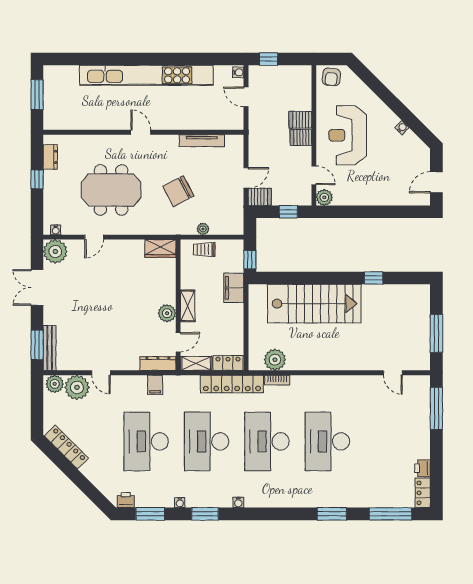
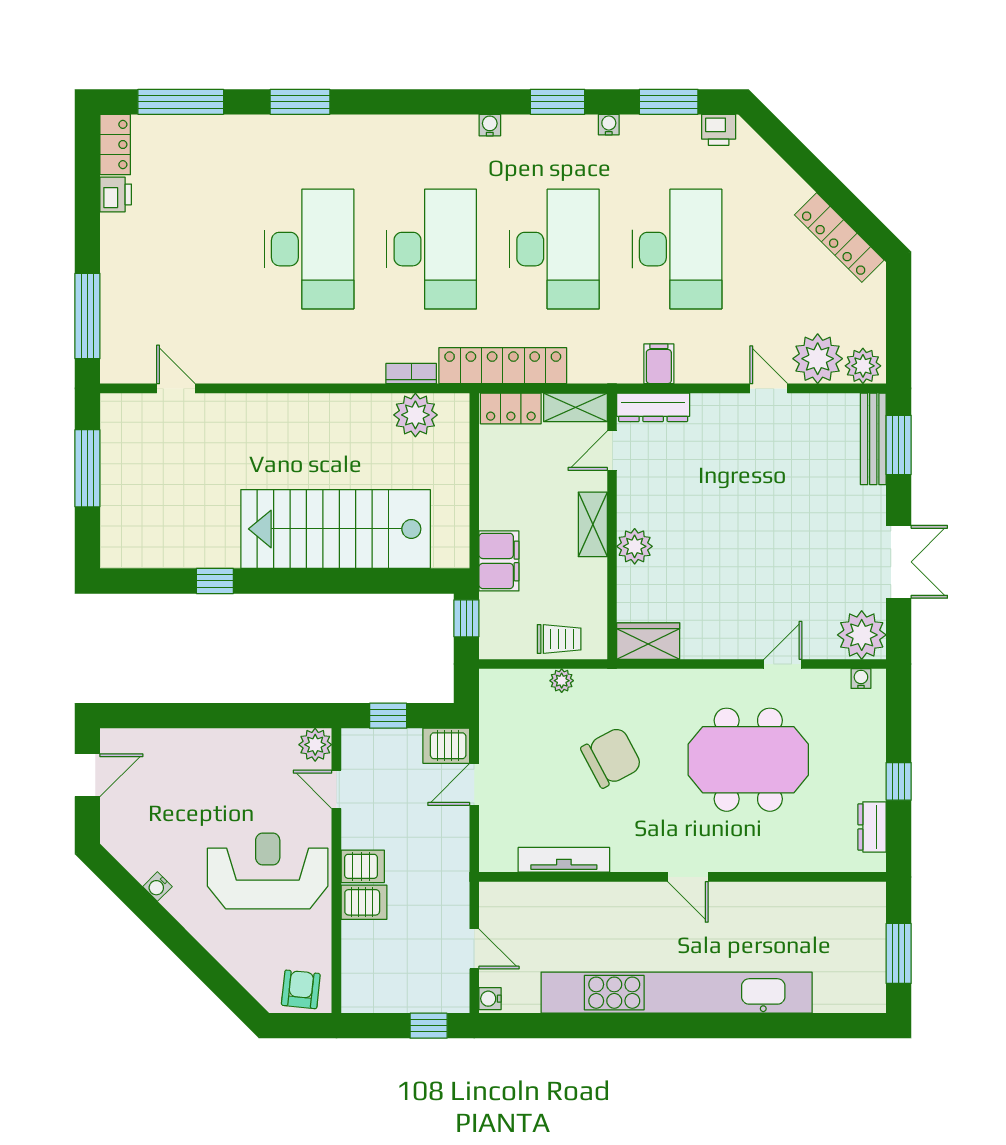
reception desk: (348, 135) -> (268, 871), turned -90
plant: (167, 313) -> (635, 546), moved

